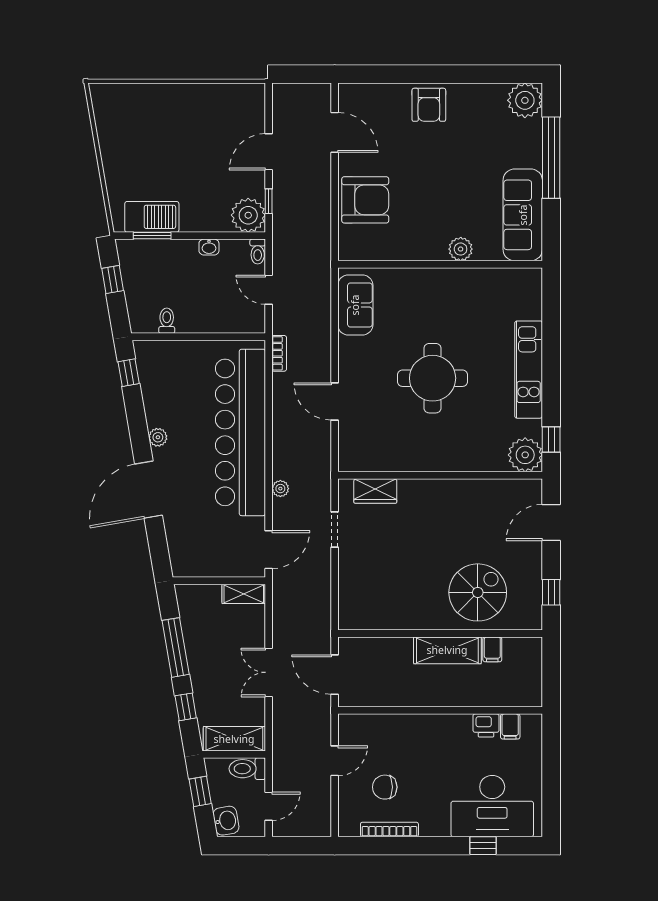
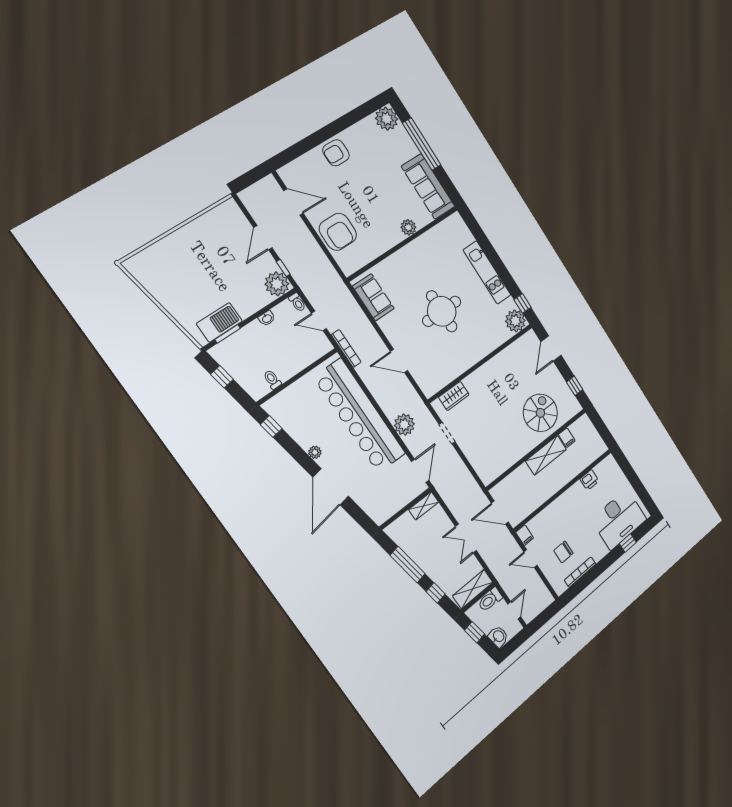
armchair: (429, 105) -> (336, 153), turned 90
armchair: (365, 200) -> (338, 232), turned 90
bookcase: (279, 353) -> (346, 348), width x1.56
plant: (280, 489) -> (404, 425), width x1.88, depth x1.88
filing cabinet: (510, 726) -> (525, 535), moved
door: (335, 761) -> (530, 559), swing flipped

